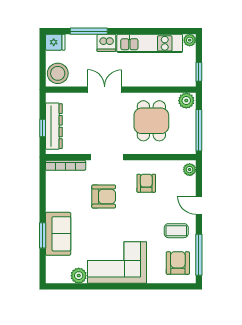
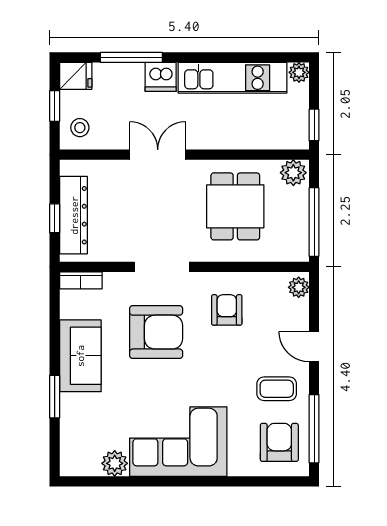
window: (43, 60) -> (55, 106), added
stool: (58, 73) -> (80, 128), width x0.53, depth x0.53
bookcase: (66, 165) -> (81, 280), width x0.64
armchair: (104, 197) -> (156, 332), width x1.36, depth x1.36
sofa: (58, 234) -> (80, 356), moved

